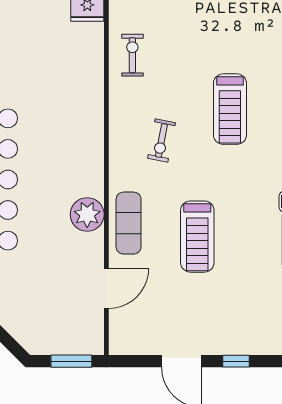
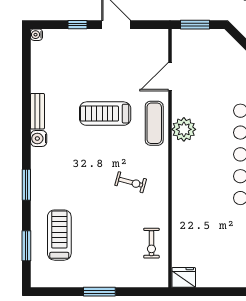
treadmill: (230, 109) -> (59, 235), moved
exercise bike: (161, 141) -> (131, 182), turned 94
treadmill: (197, 237) -> (105, 114), turned -90

